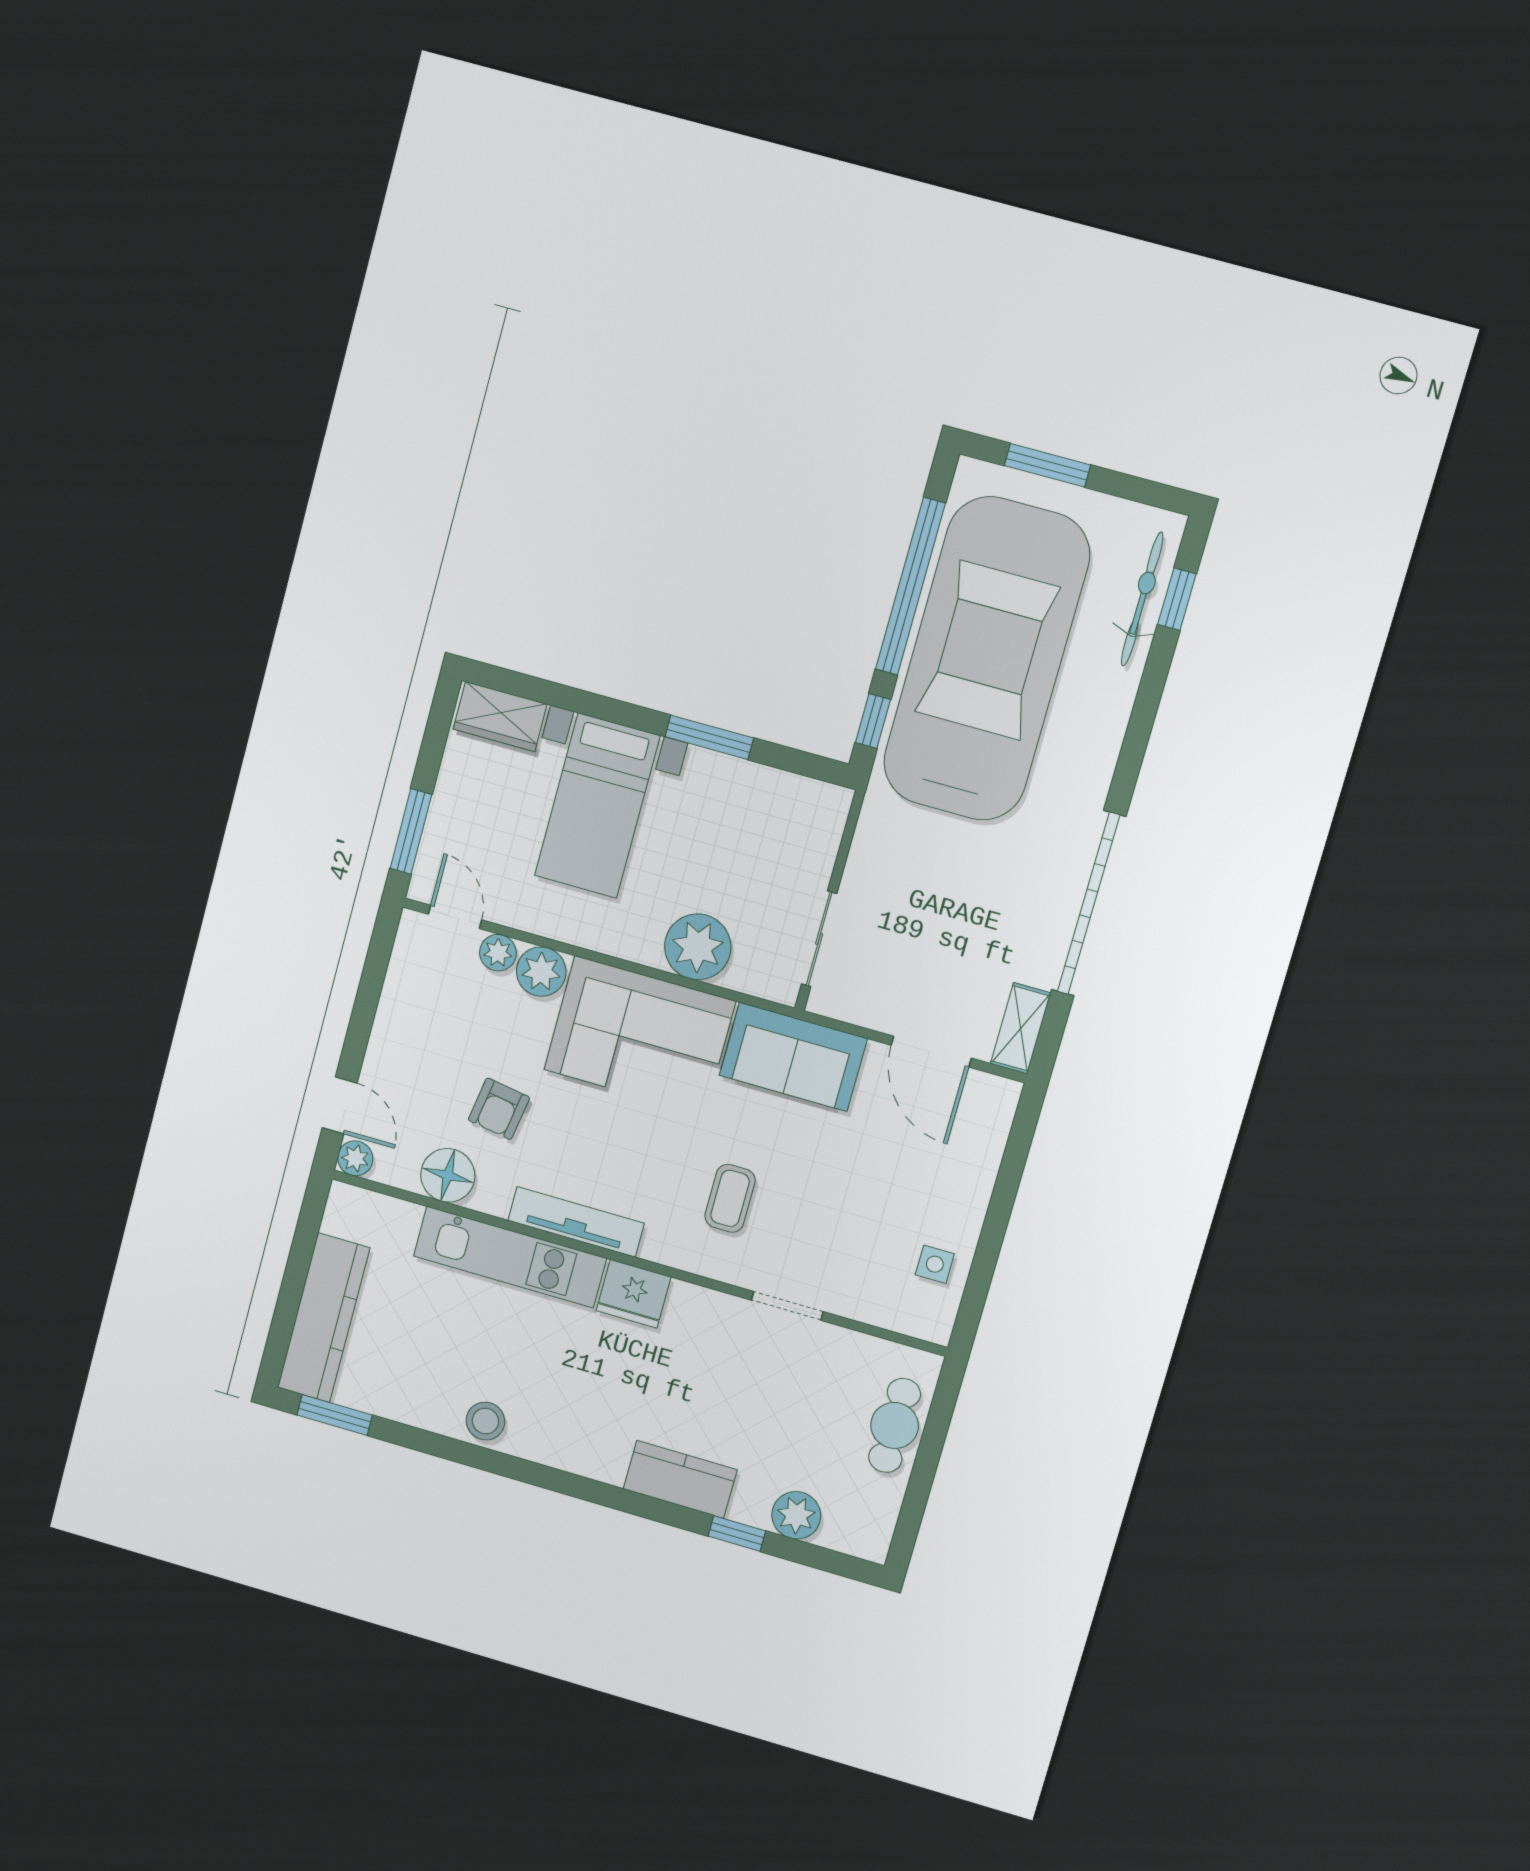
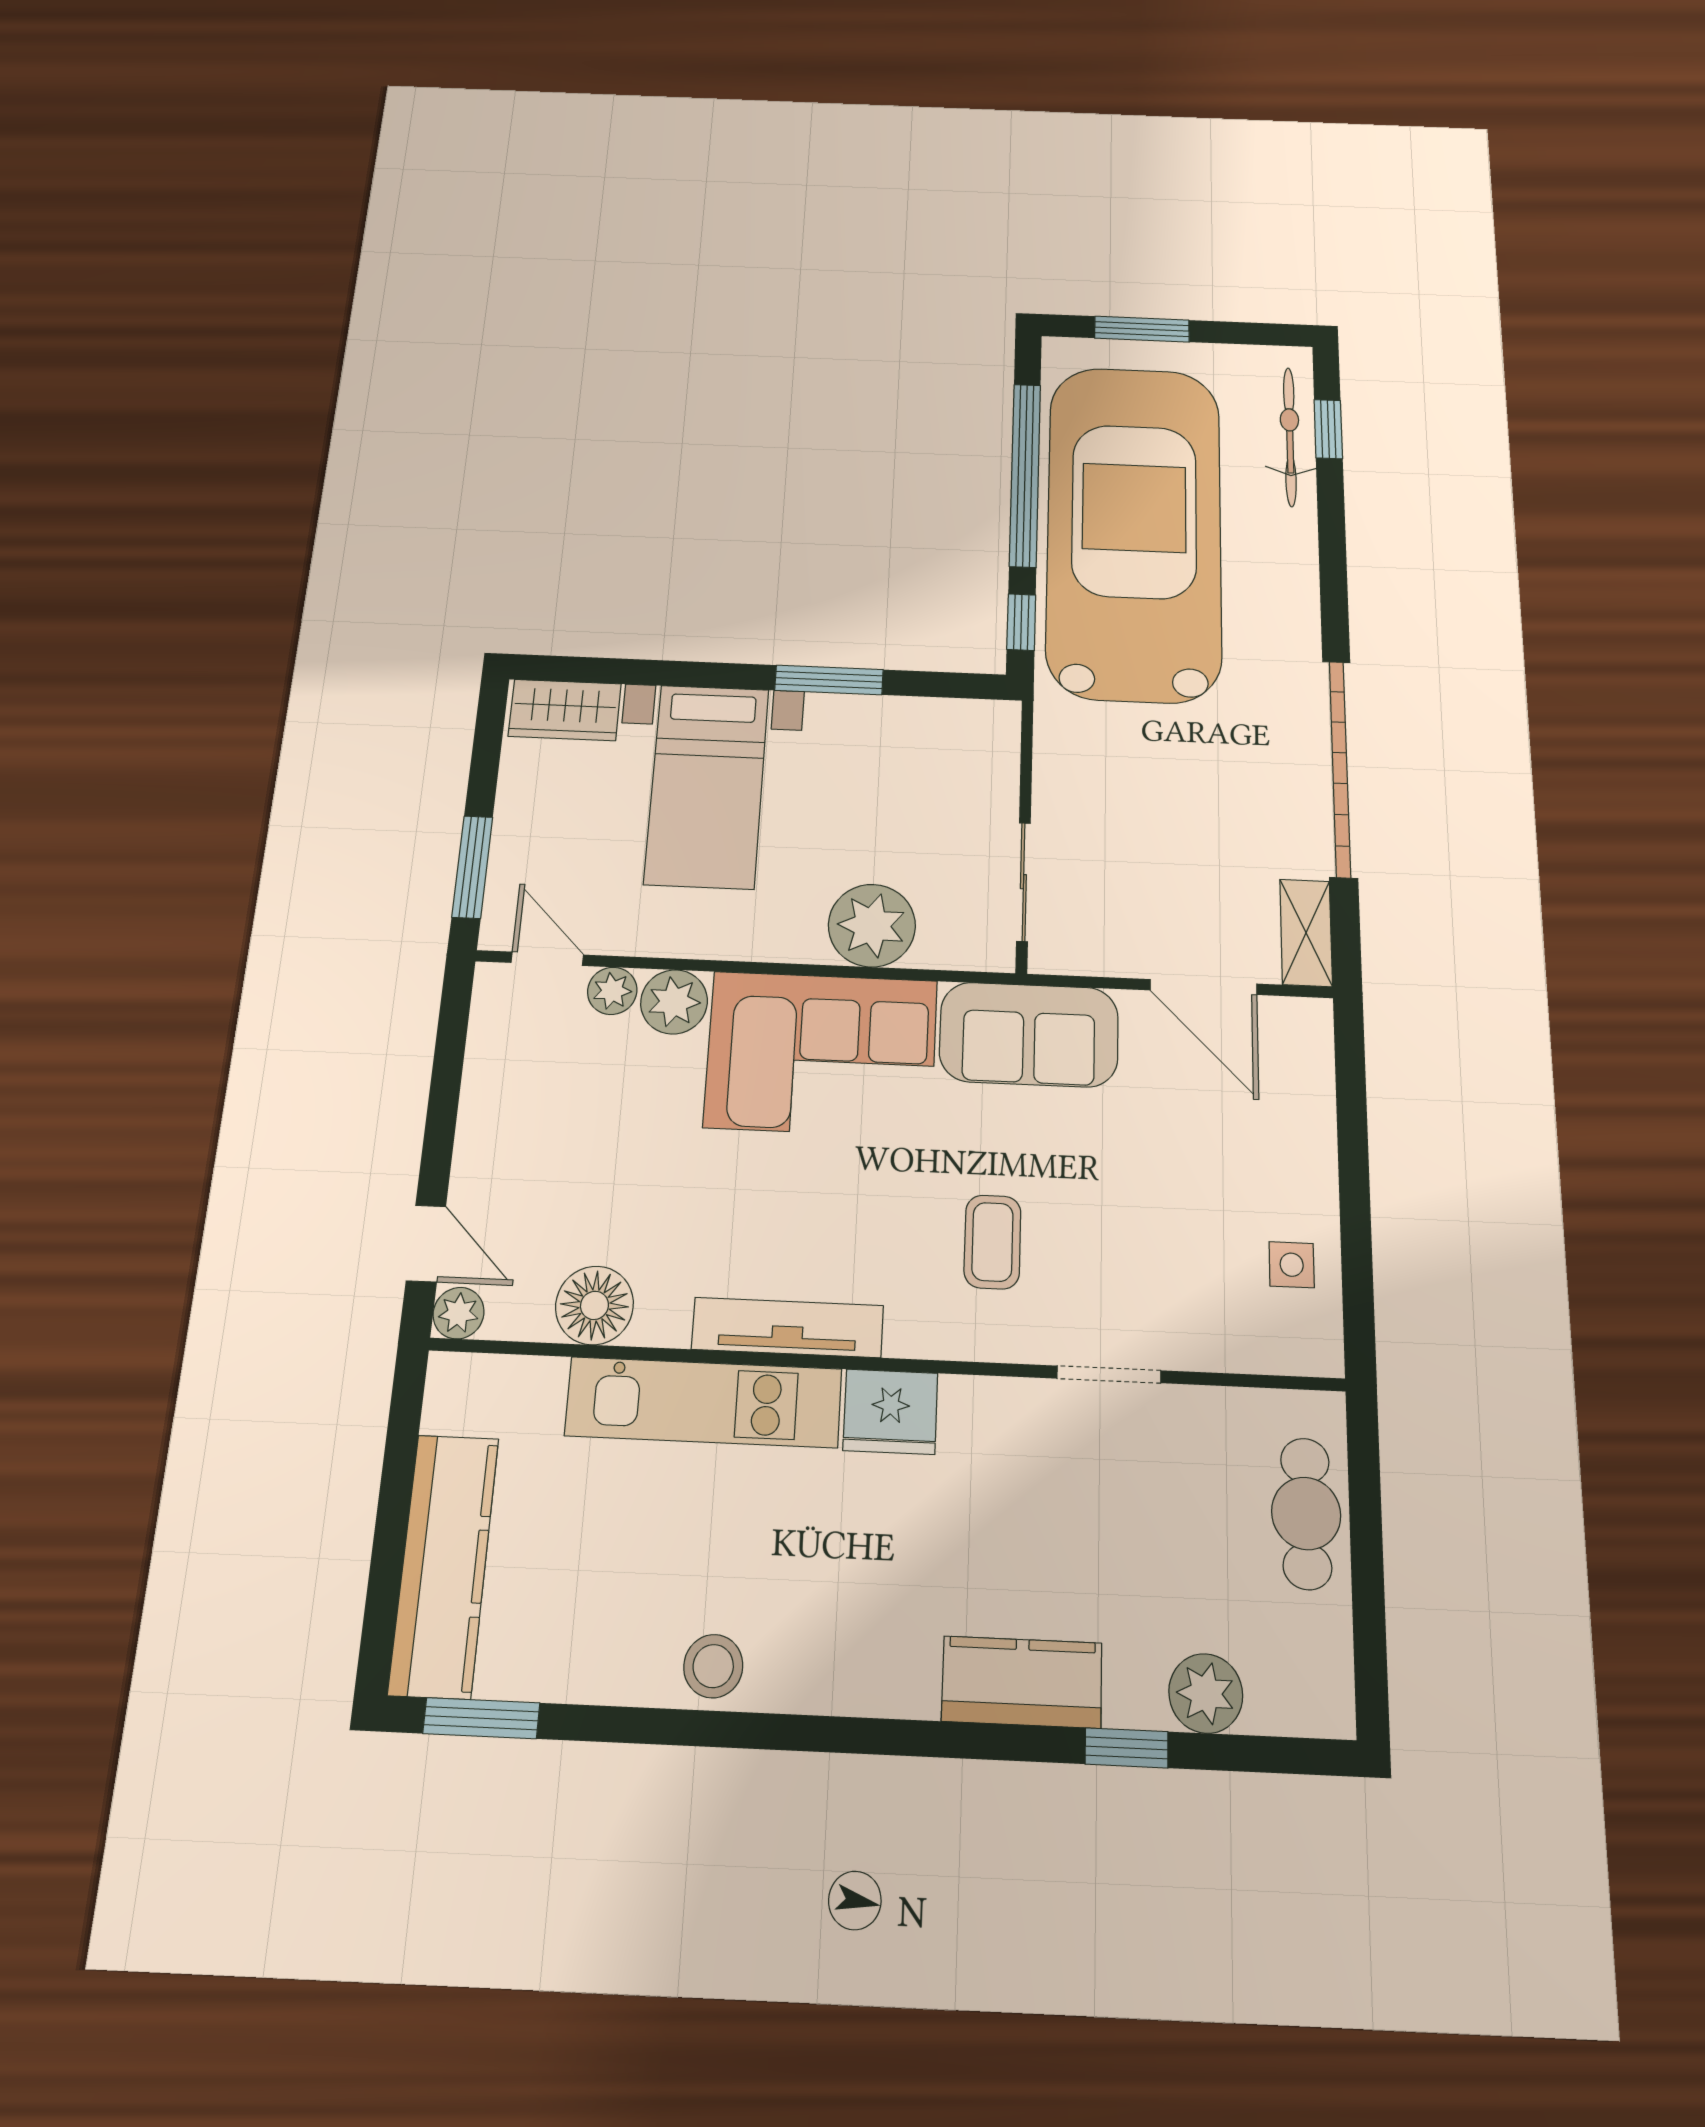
armchair: (499, 1109) -> (650, 1195), removed

